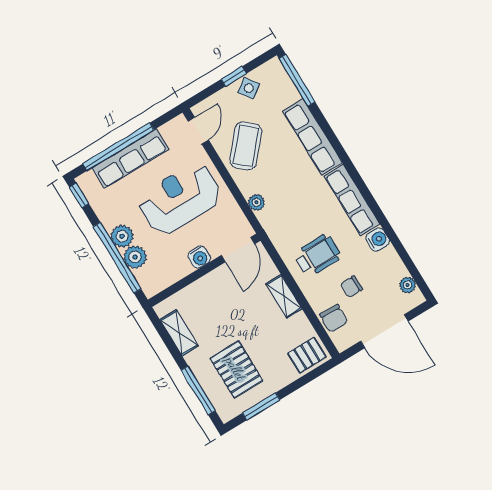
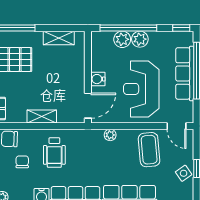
coffee table: (246, 146) -> (149, 150), turned 44
reception desk: (180, 199) -> (141, 89), turned 180
door: (238, 250) -> (88, 106), swing flipped

